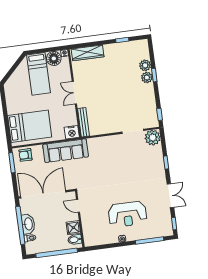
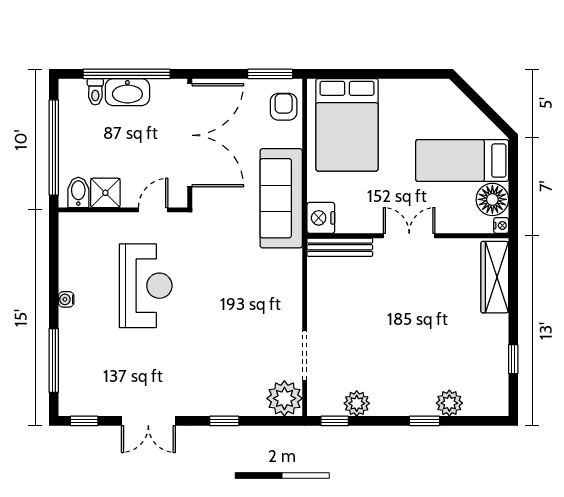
plant: (147, 77) -> (357, 403), moved
reception desk: (128, 214) -> (146, 286), moved, turned 180

